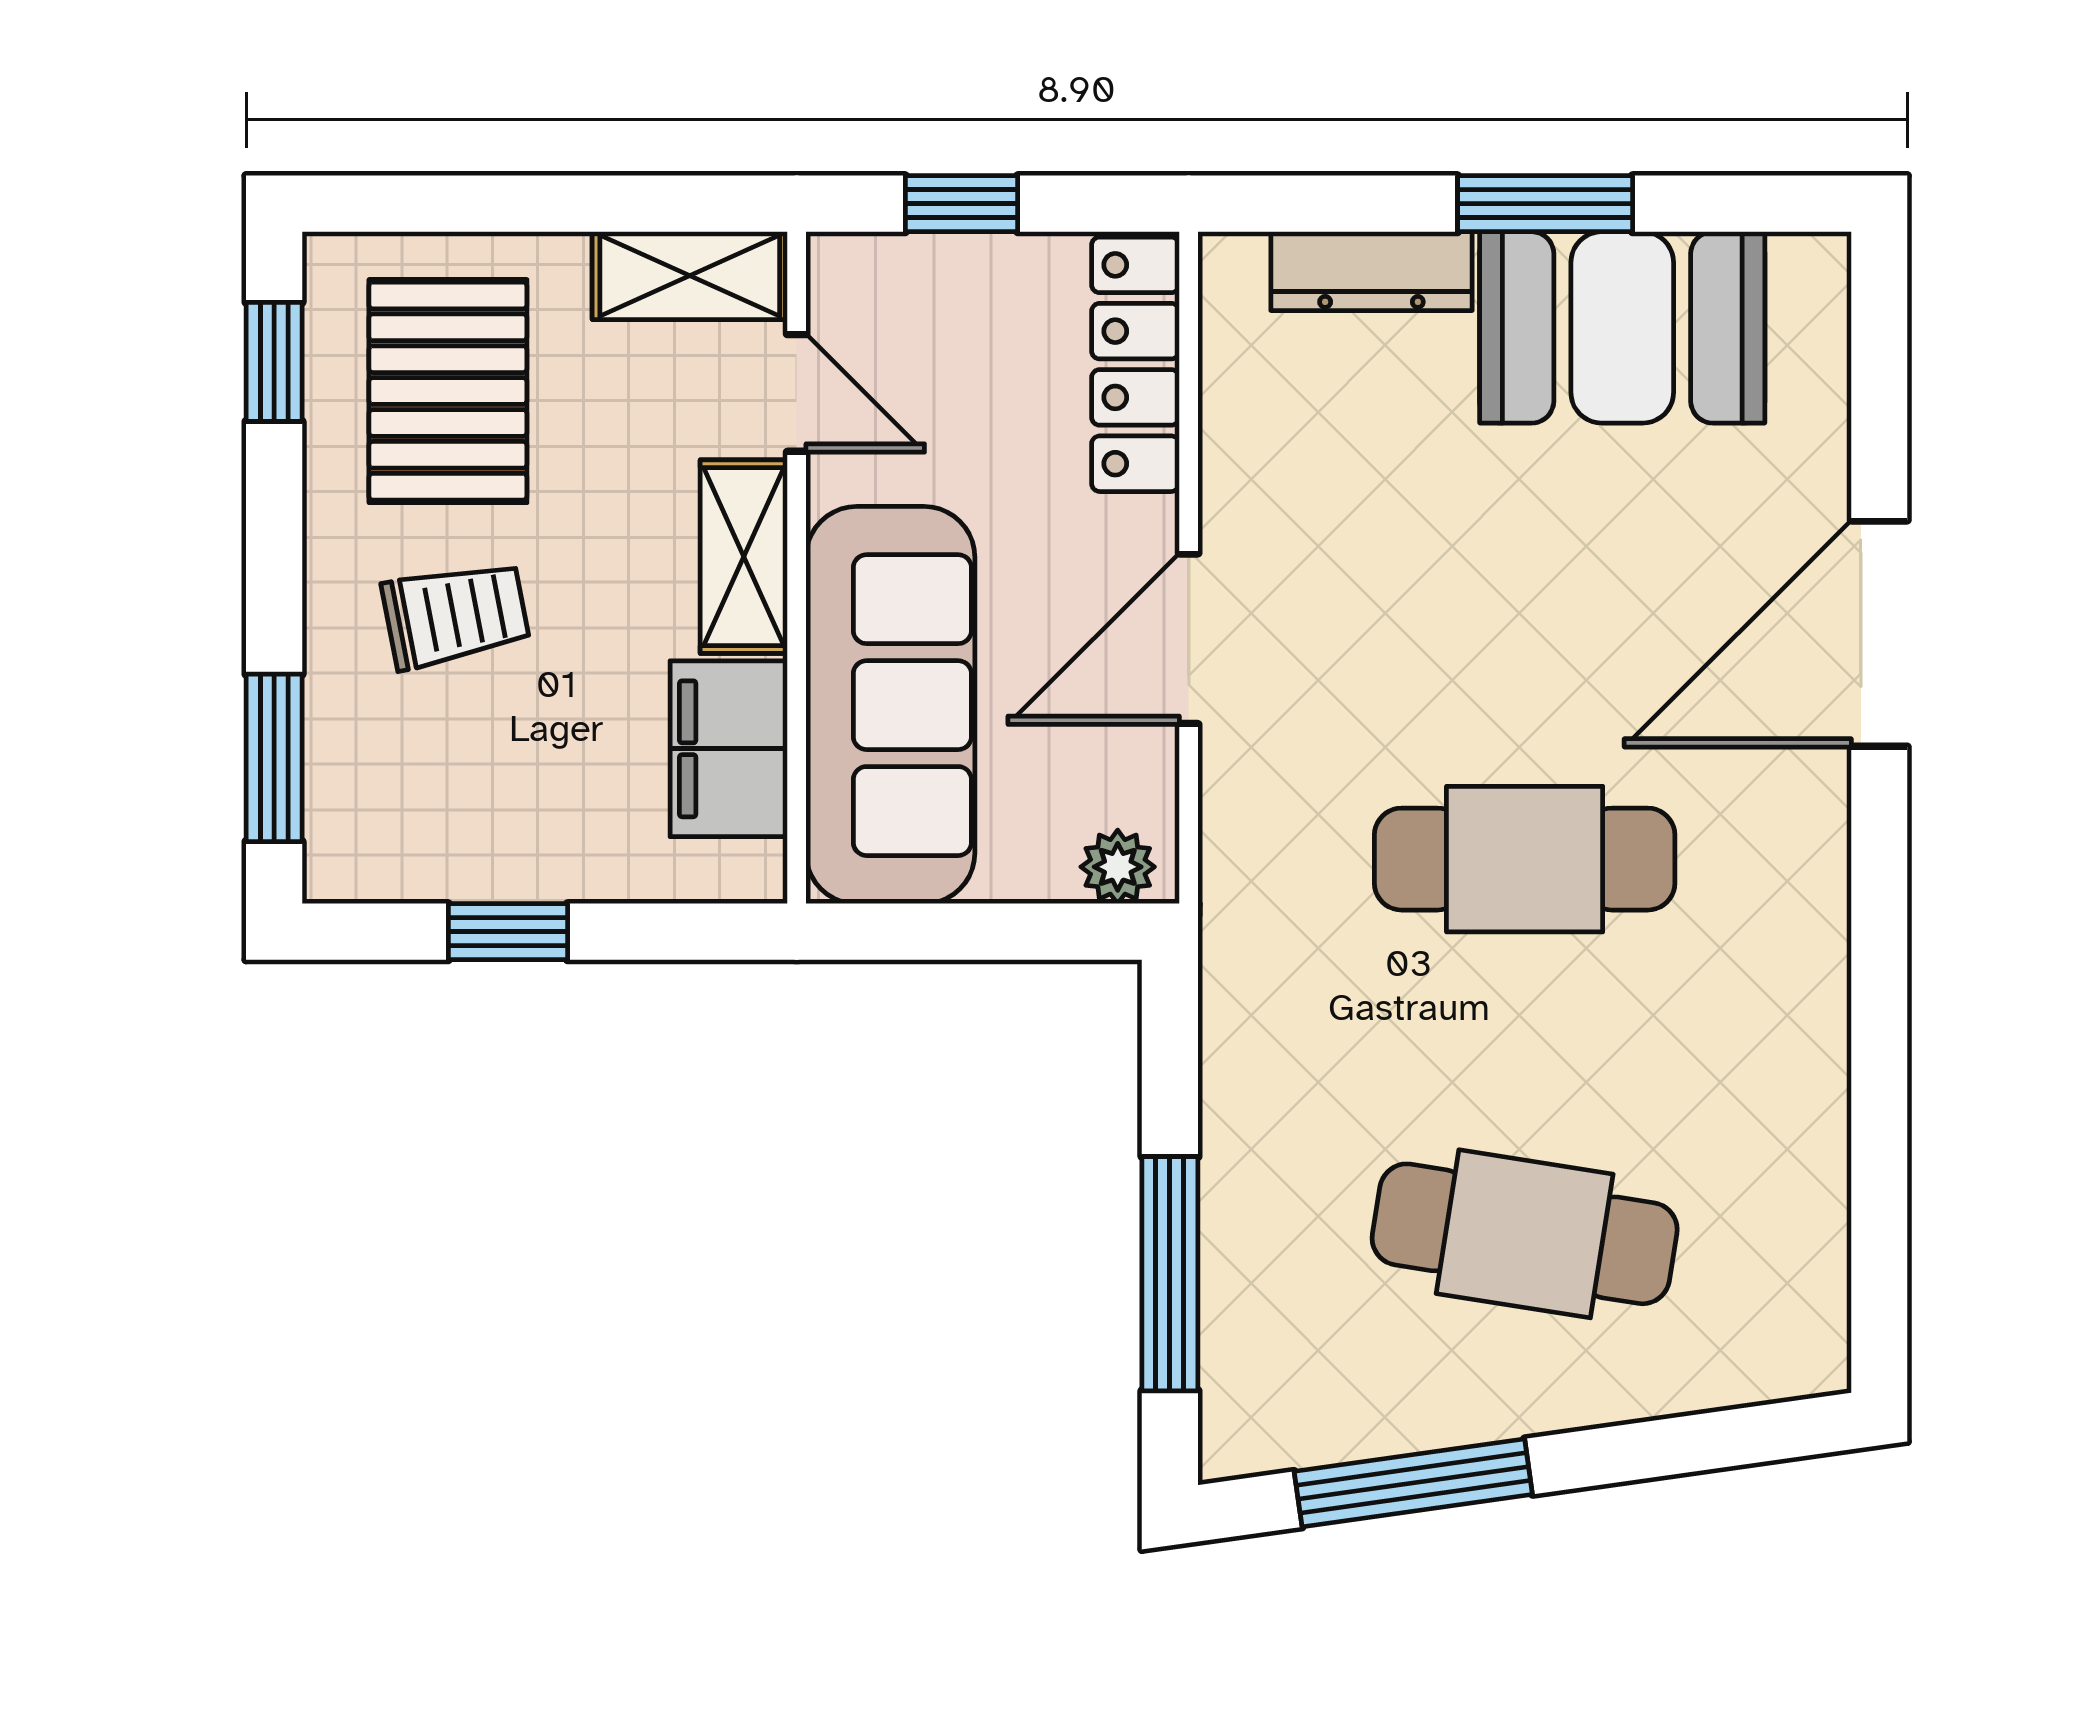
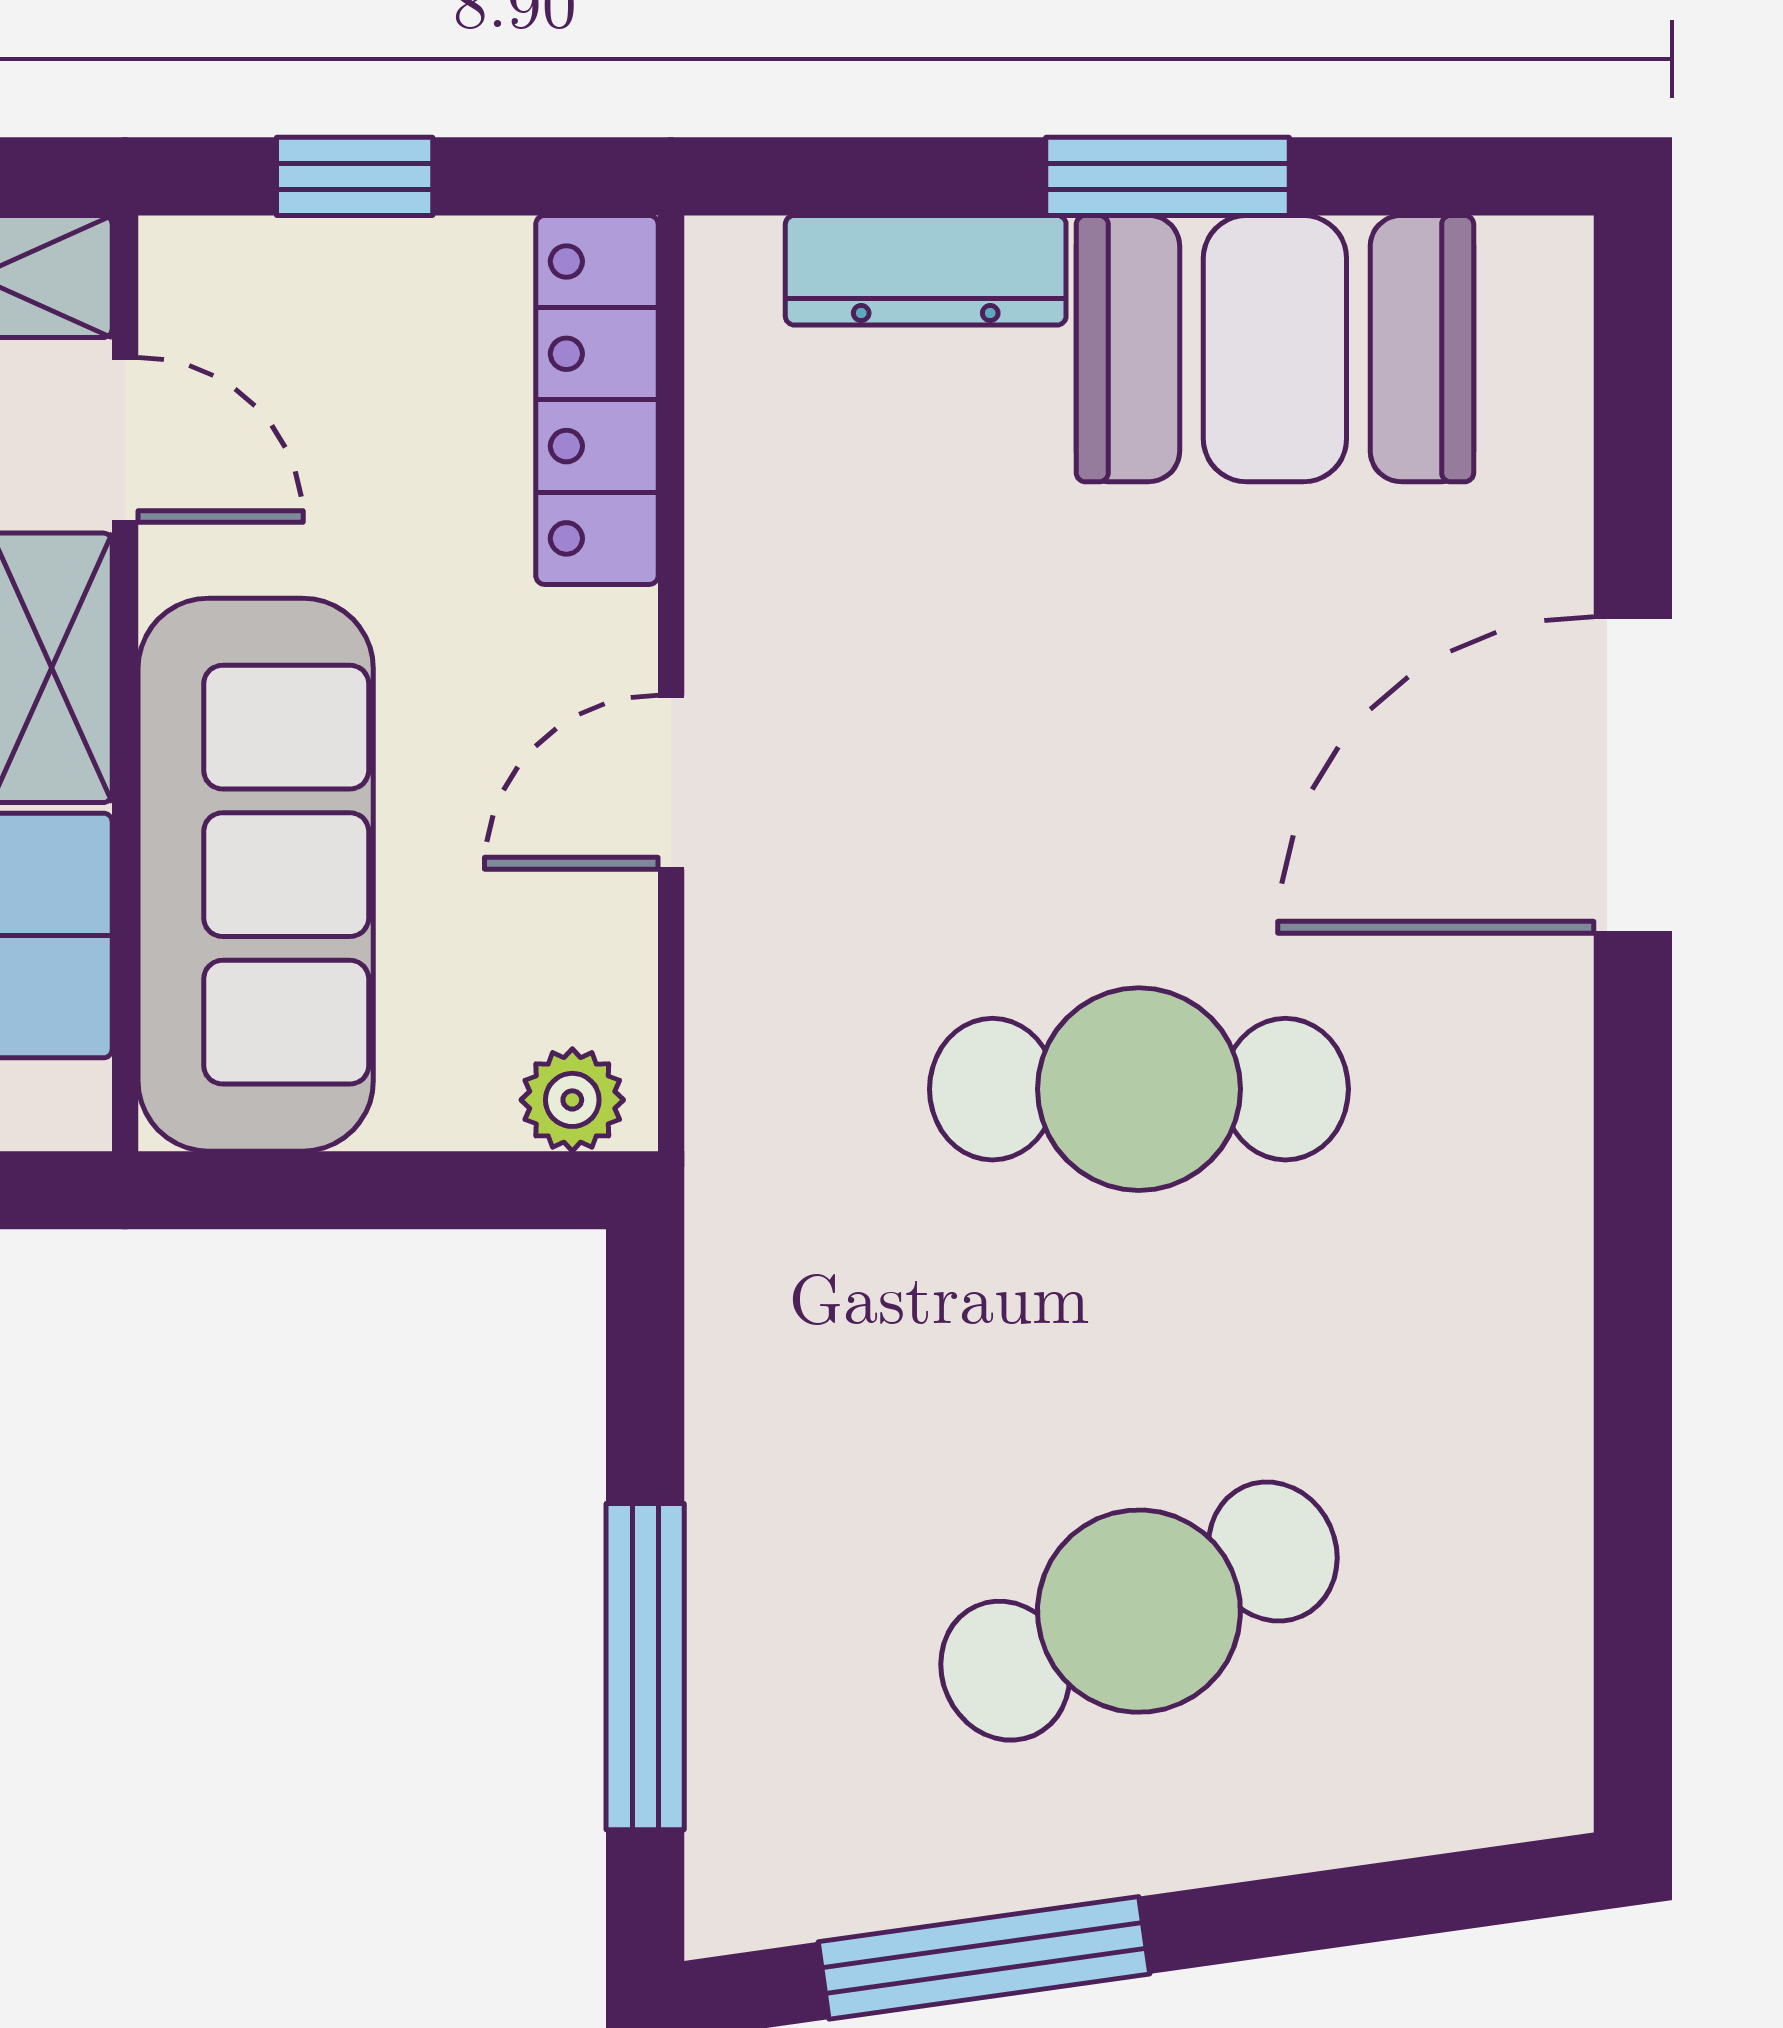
door: (1189, 639) -> (671, 782), width x0.73
cafe table: (1525, 1234) -> (1139, 1611), turned -33

